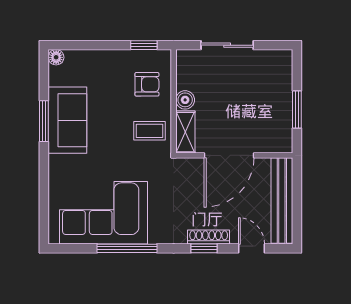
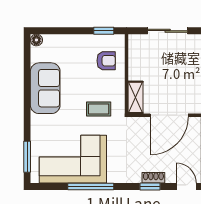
boiler: (185, 100) -> (135, 73), removed
window: (44, 121) -> (27, 157), moved
coffee table: (150, 131) -> (99, 109), moved
shoe rack: (209, 237) -> (153, 178), width x0.70

